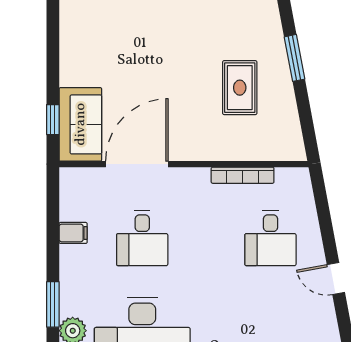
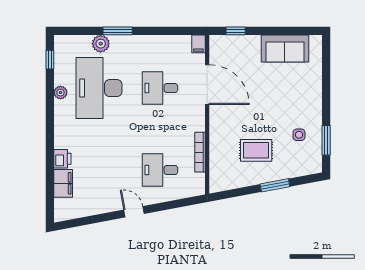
side table: (215, 20) -> (299, 135), added
sofa: (80, 124) -> (285, 49), moved
filing cabinet: (73, 233) -> (198, 44), moved
door: (336, 278) -> (134, 212), hinge flipped

